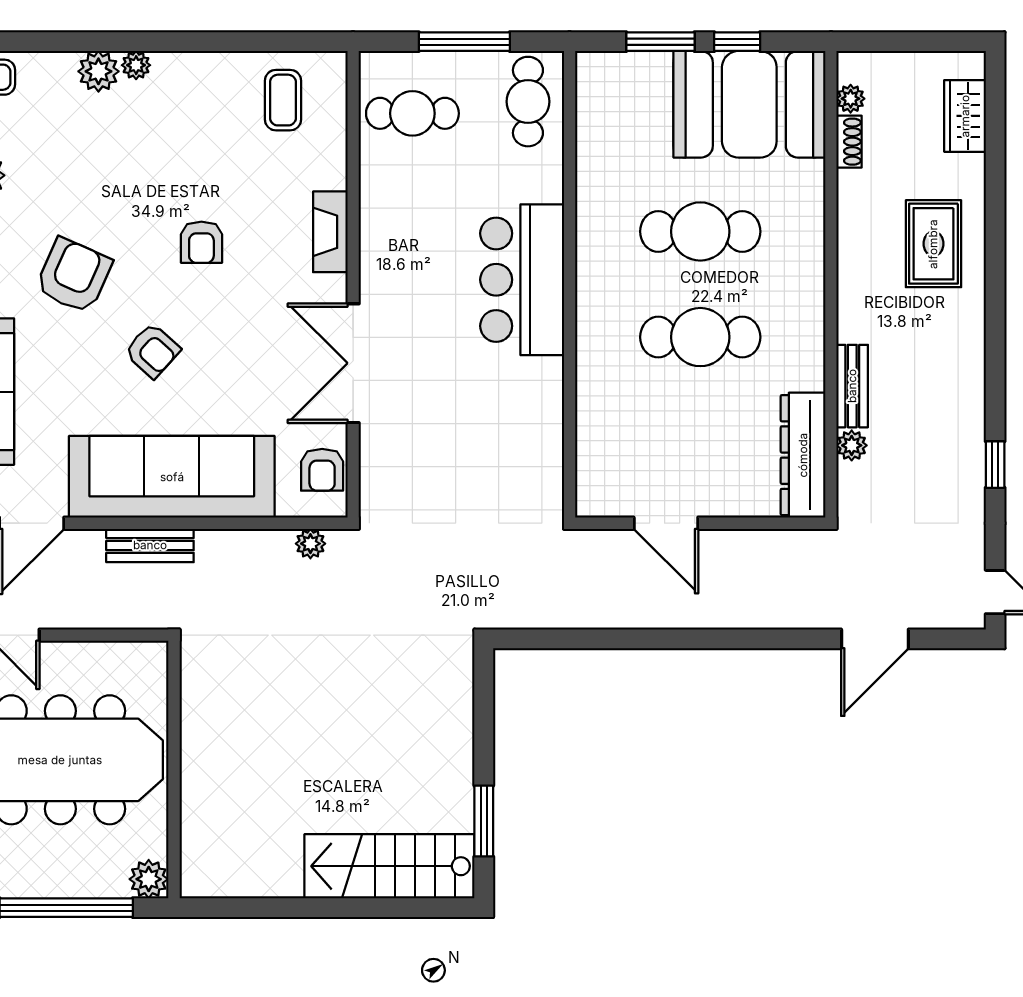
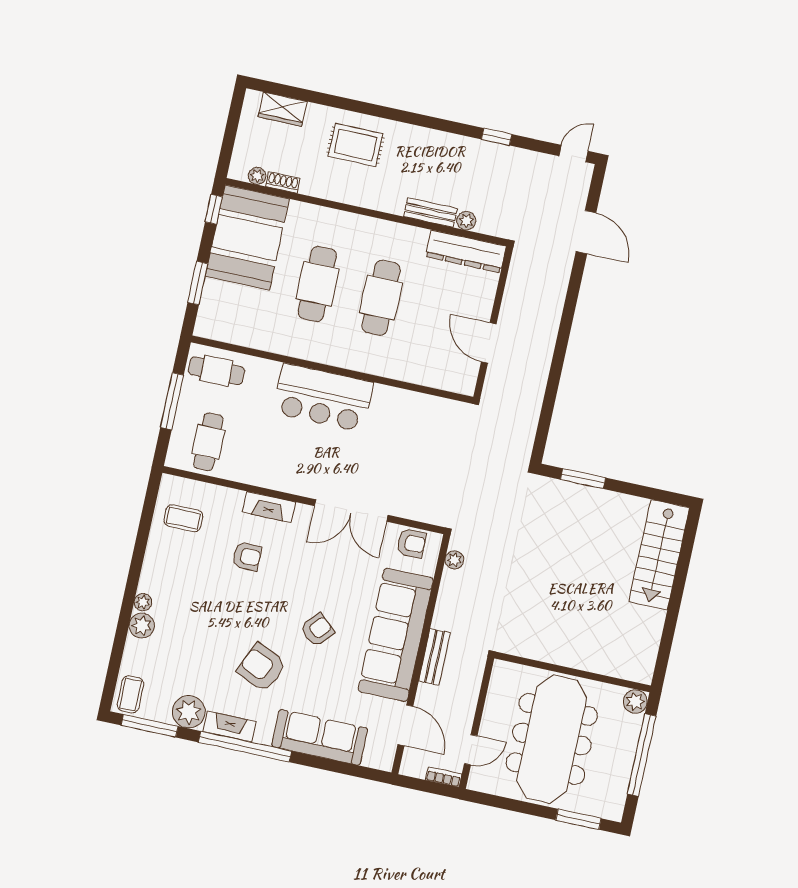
window: (737, 42) -> (214, 209), moved
armchair: (201, 242) -> (247, 556), moved
door: (666, 523) -> (489, 343), swing flipped
window: (484, 821) -> (583, 479), moved

